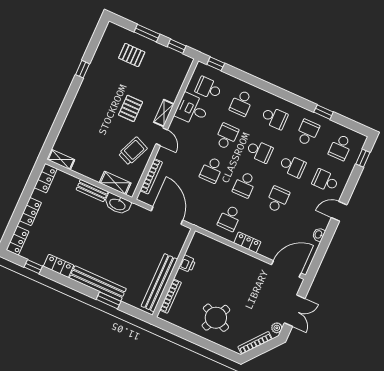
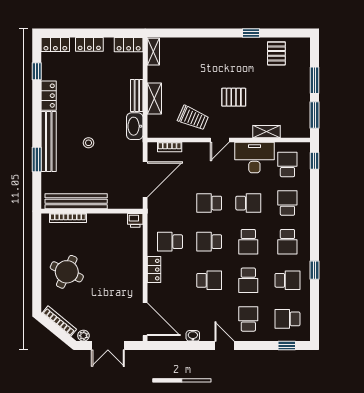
window: (177, 46) -> (314, 115), width x1.50
pallet: (132, 55) -> (276, 53), moved
school desk: (241, 103) -> (287, 203), turned 90
desk: (192, 109) -> (254, 158), width x1.37
window: (324, 112) -> (314, 270), moved
shelving: (164, 113) -> (266, 132), moved
bookcase: (151, 176) -> (170, 147), width x0.64
shelving: (115, 183) -> (154, 99), moved
stool: (114, 250) -> (89, 143), added
printer: (187, 264) -> (135, 220), moved

